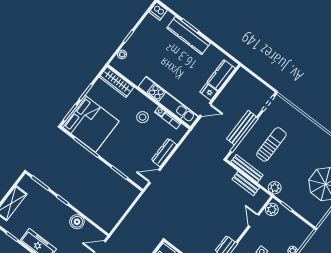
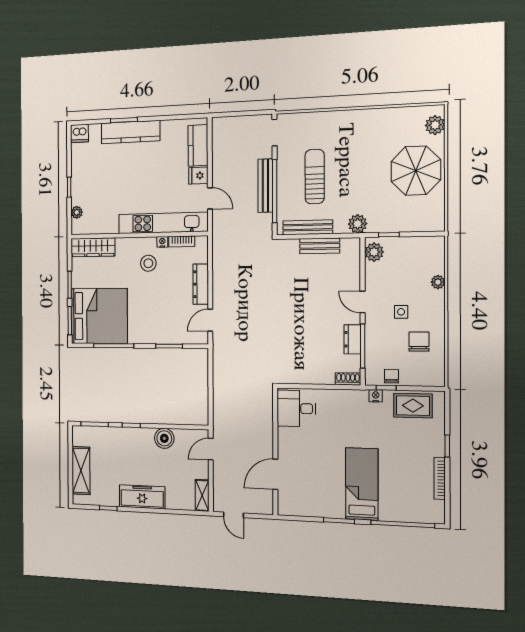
door: (205, 110) -> (210, 198), hinge flipped
door: (254, 220) -> (363, 302), moved

